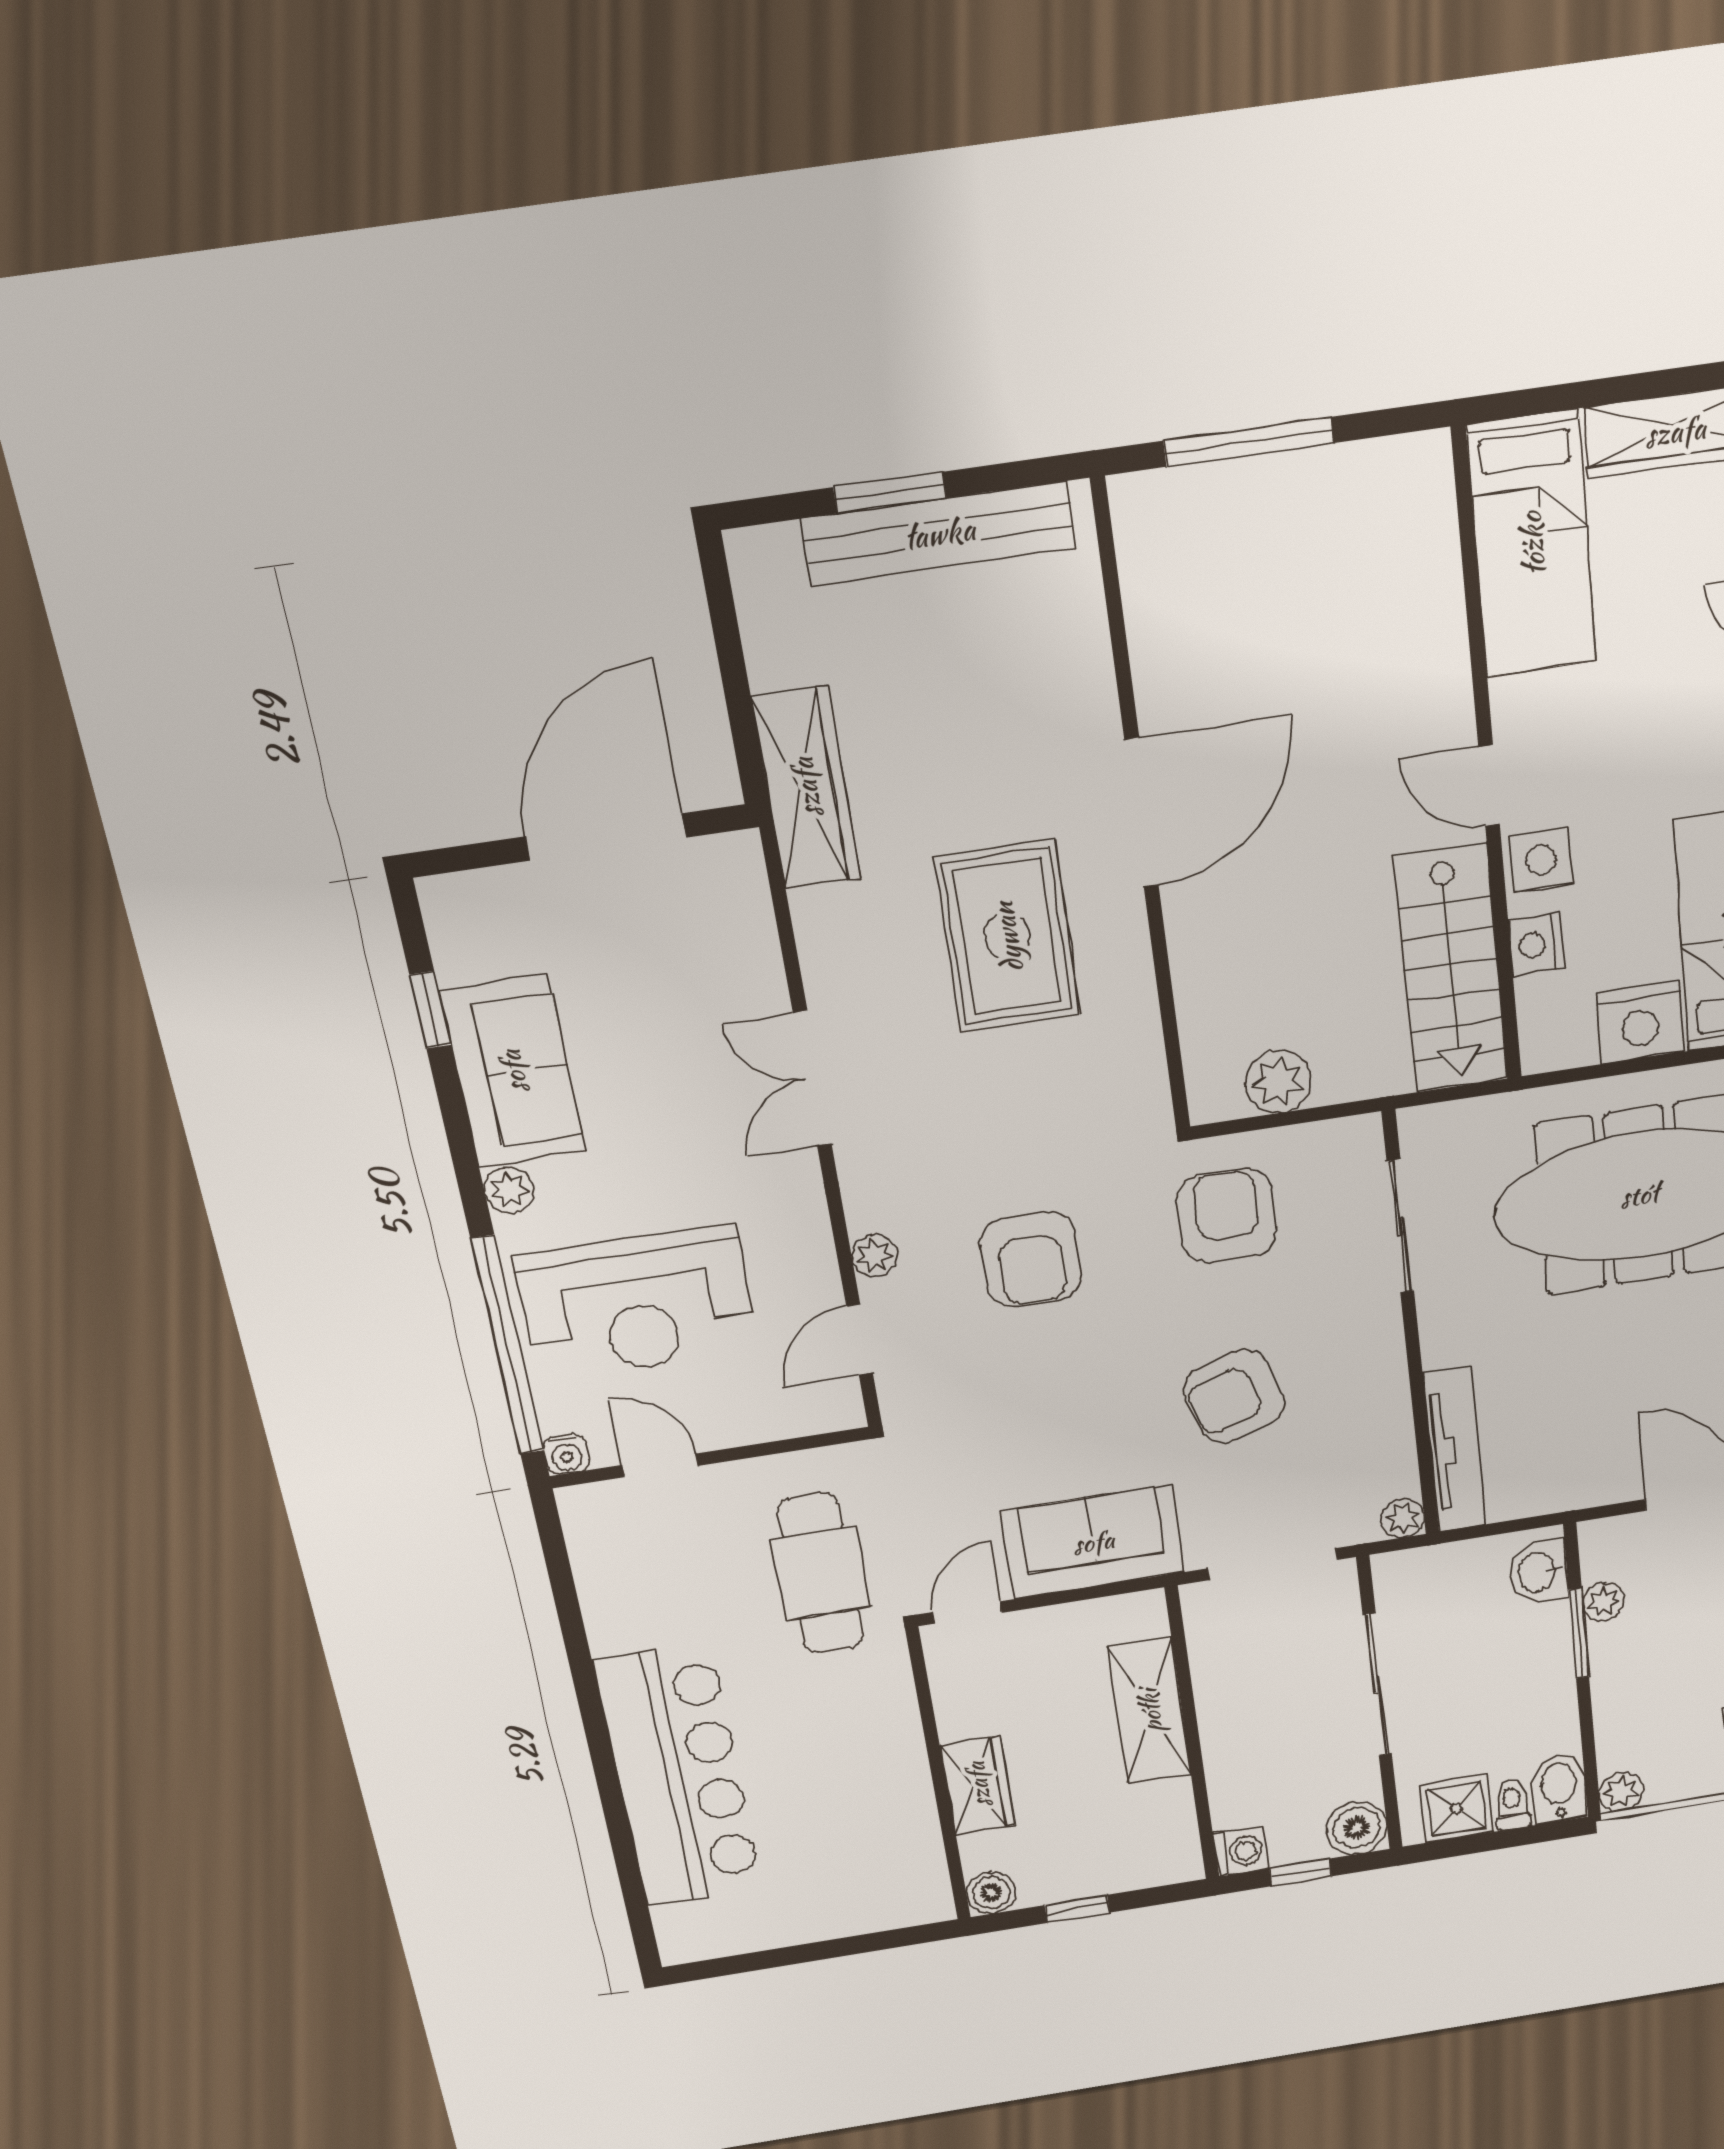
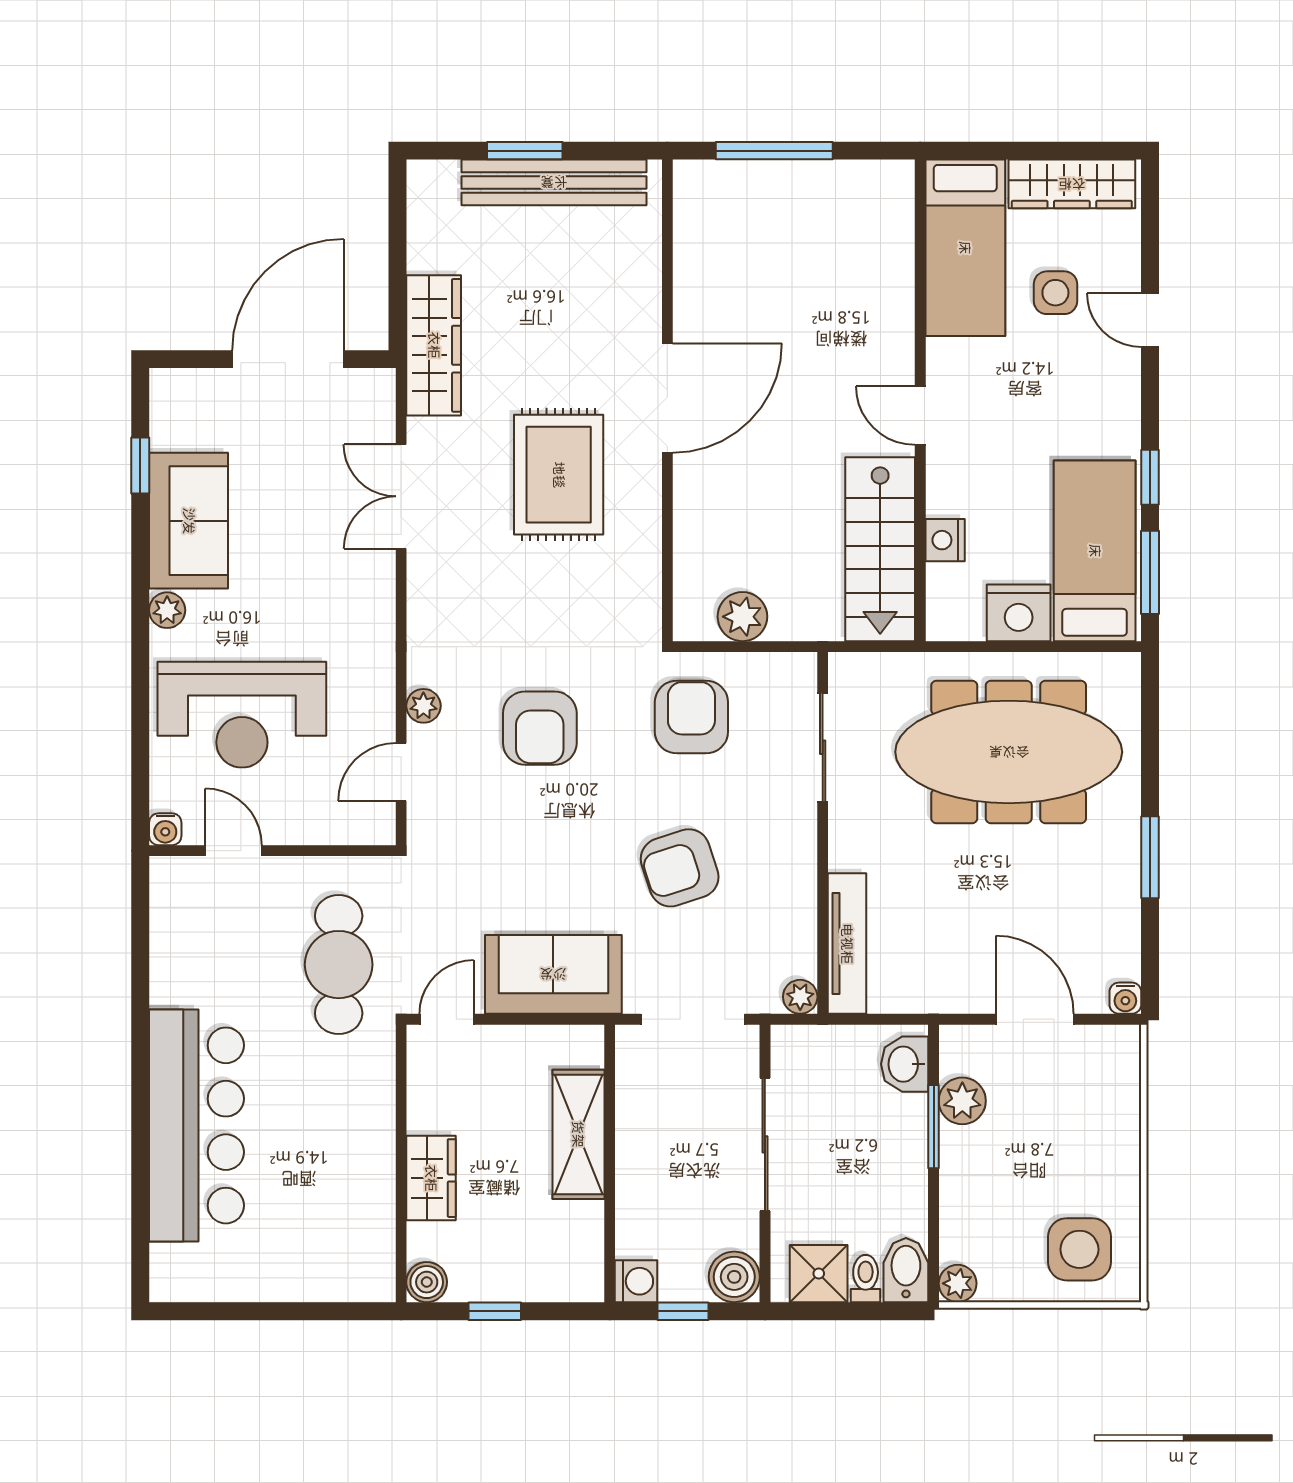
side table: (1541, 860) -> (1055, 293), moved
double door: (812, 1079) -> (401, 496), moved
window: (508, 1346) -> (140, 733), removed
plant: (1604, 1602) -> (962, 1101), width x1.38, depth x1.38

